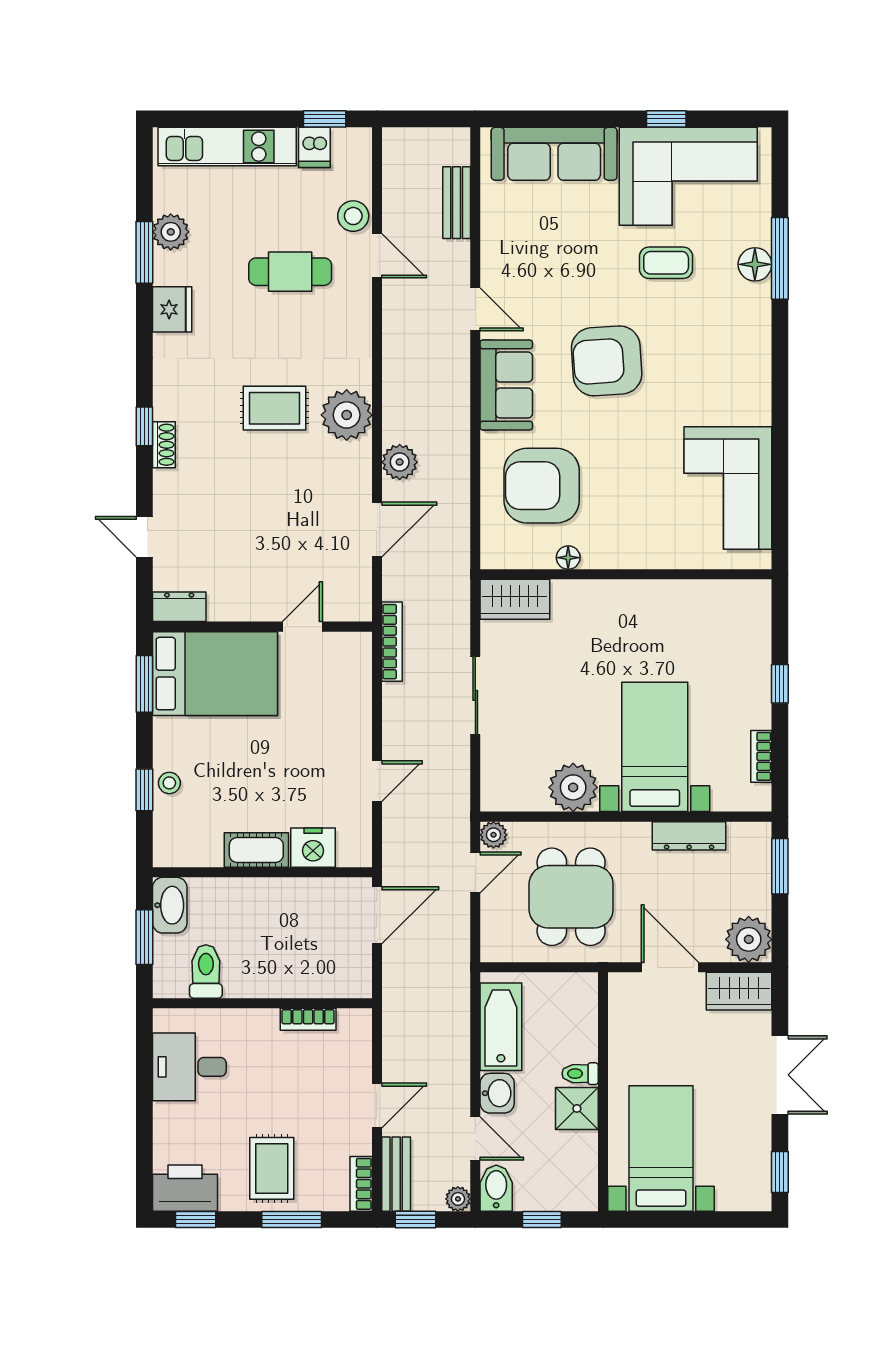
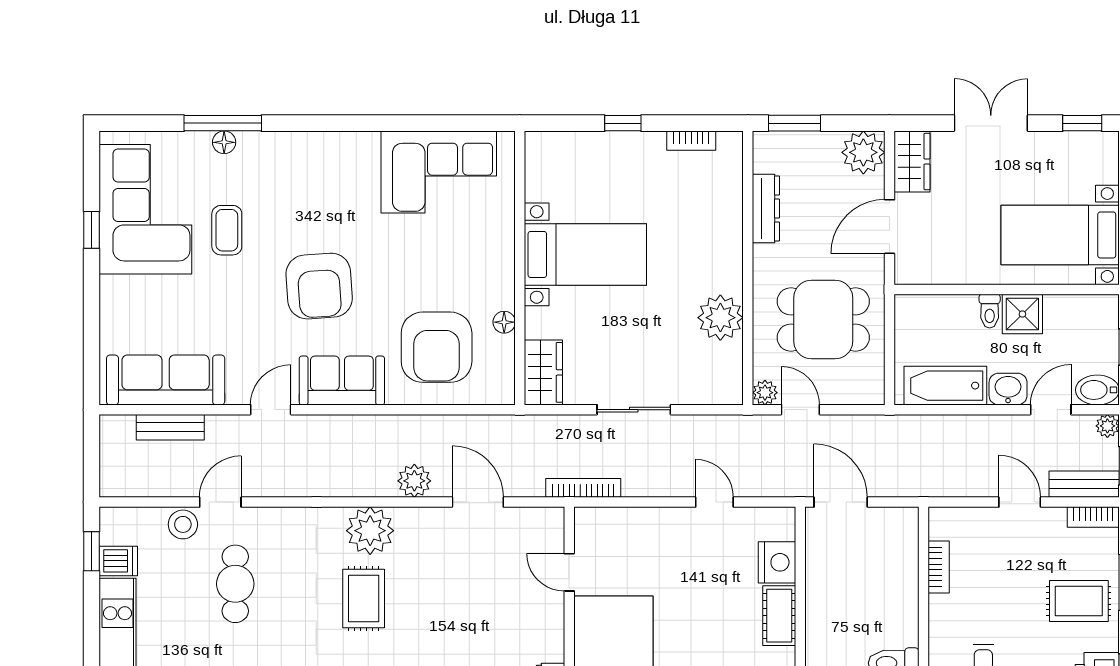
sofa: (554, 154) -> (166, 380), moved, turned -90
floor lamp: (755, 264) -> (224, 142), width x0.73, depth x0.73
bed with nightstands: (655, 747) -> (585, 254), moved, turned 180

